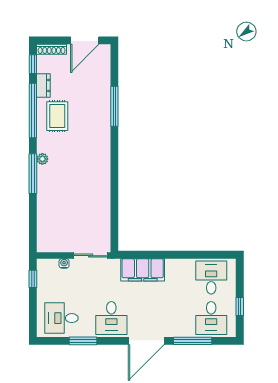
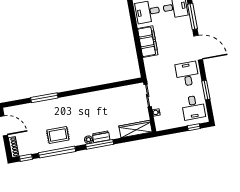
dresser: (43, 85) -> (101, 137), moved
wardrobe: (46, 229) -> (136, 129), added
filing cabinet: (143, 270) -> (148, 42), moved
window: (33, 279) -> (194, 127), moved
desk: (111, 318) -> (187, 74), turned -90

